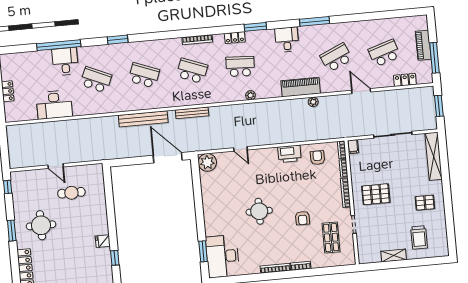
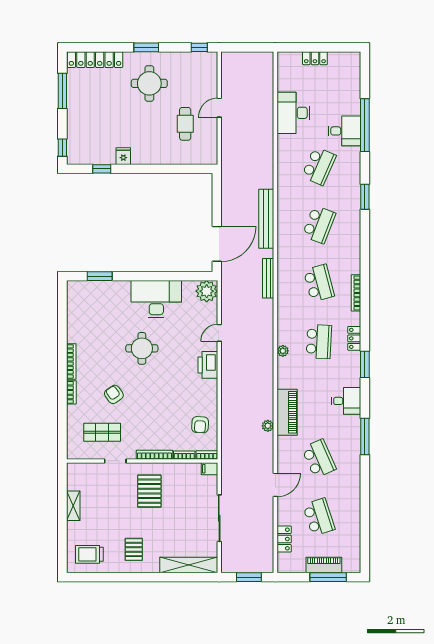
window: (434, 58) -> (328, 577), moved
school desk: (192, 71) -> (319, 283), turned -36
printer: (289, 154) -> (208, 365), moved
armchair: (317, 158) -> (200, 425), turned 93
armchair: (303, 218) -> (114, 394), moved, turned 55
trolley: (419, 237) -> (89, 554), moved
desk: (222, 256) -> (156, 299), moved

